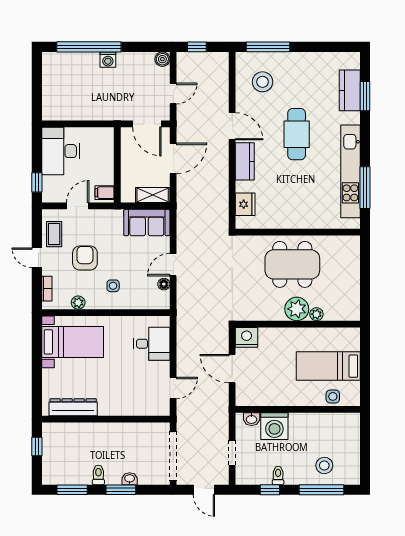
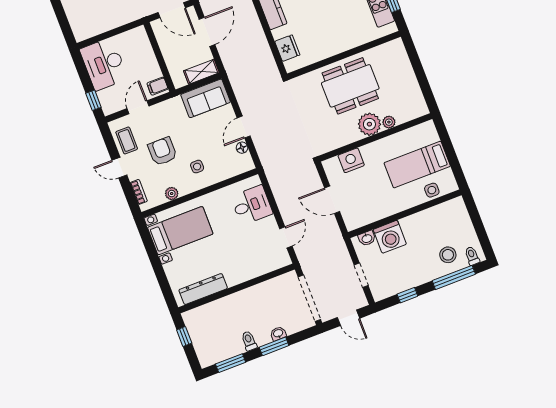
nightstand: (247, 337) -> (351, 160), moved
toilet: (278, 475) -> (472, 256), moved

